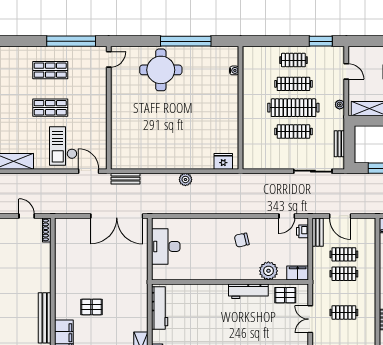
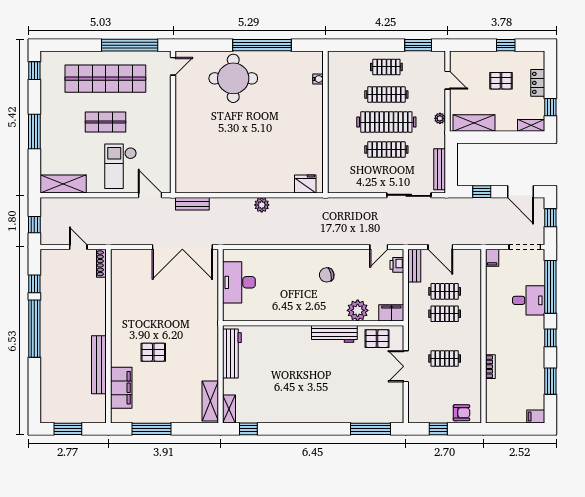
shop shelf: (50, 70) -> (105, 79), width x2.00, depth x1.36
bench: (339, 144) -> (440, 169), width x1.36

